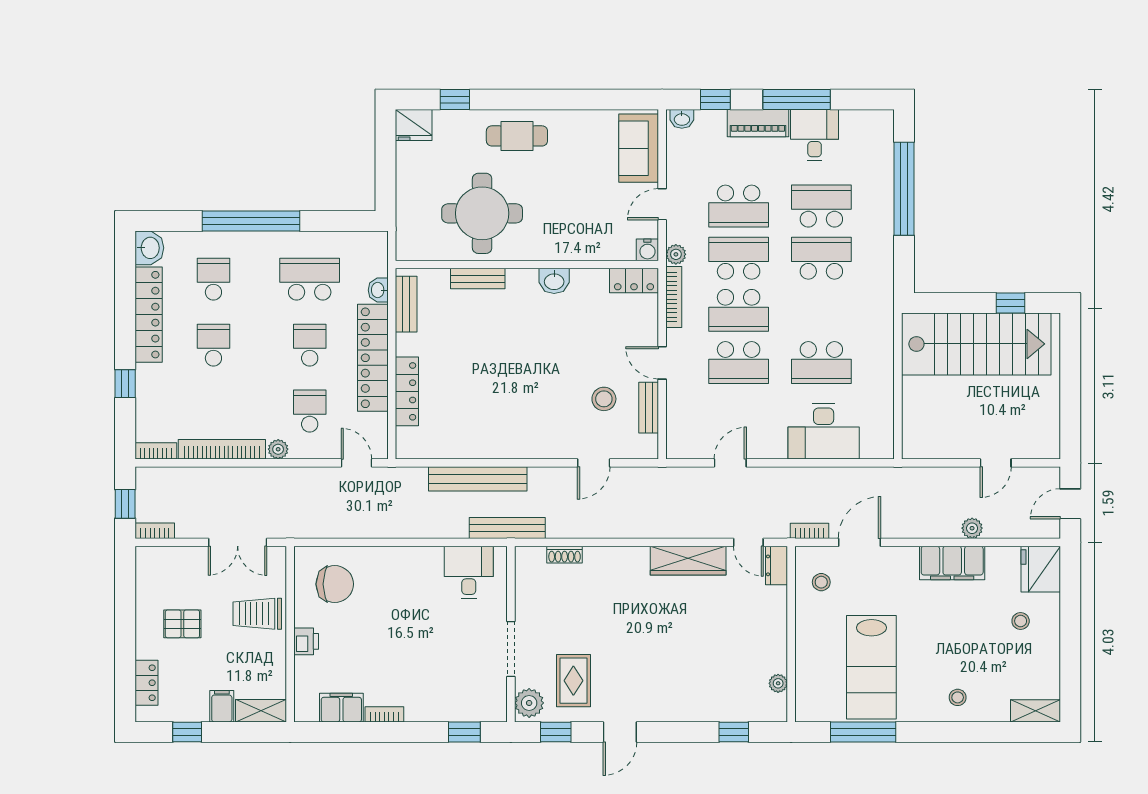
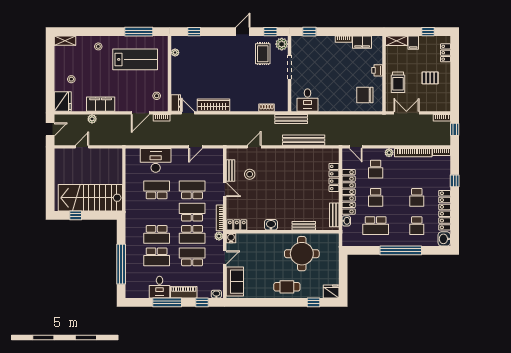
trolley: (257, 614) -> (398, 82), turned 90
lab bench: (871, 667) -> (135, 59), turned 90

